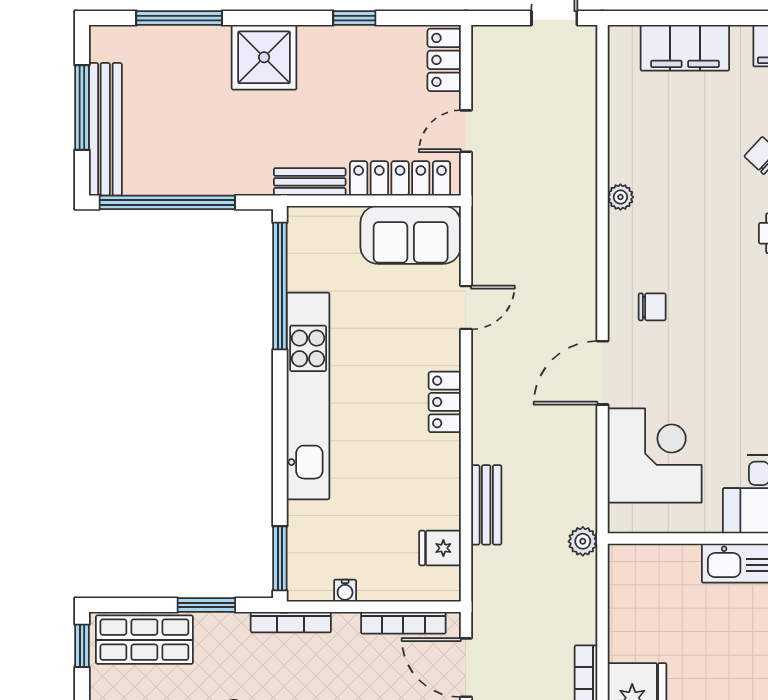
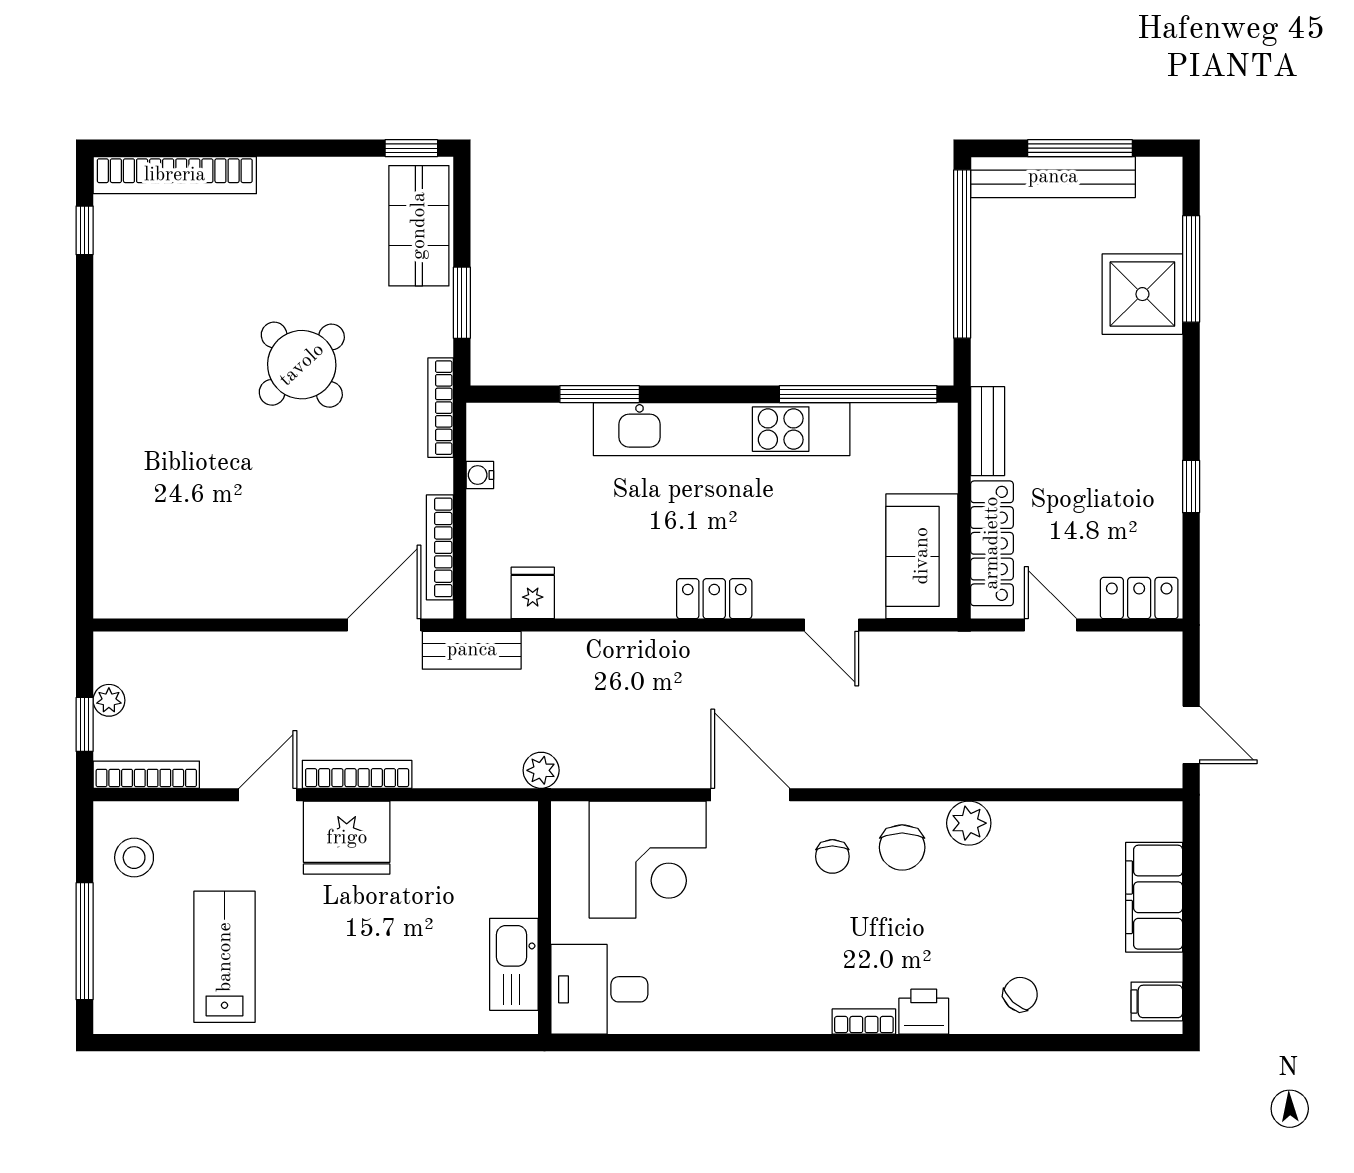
shower: (264, 57) -> (1142, 294), moved
plant: (620, 197) -> (969, 823), width x1.38, depth x1.38
chair: (645, 251) -> (902, 847), added
bench: (486, 505) -> (472, 650), moved
window: (280, 558) -> (600, 394), moved

